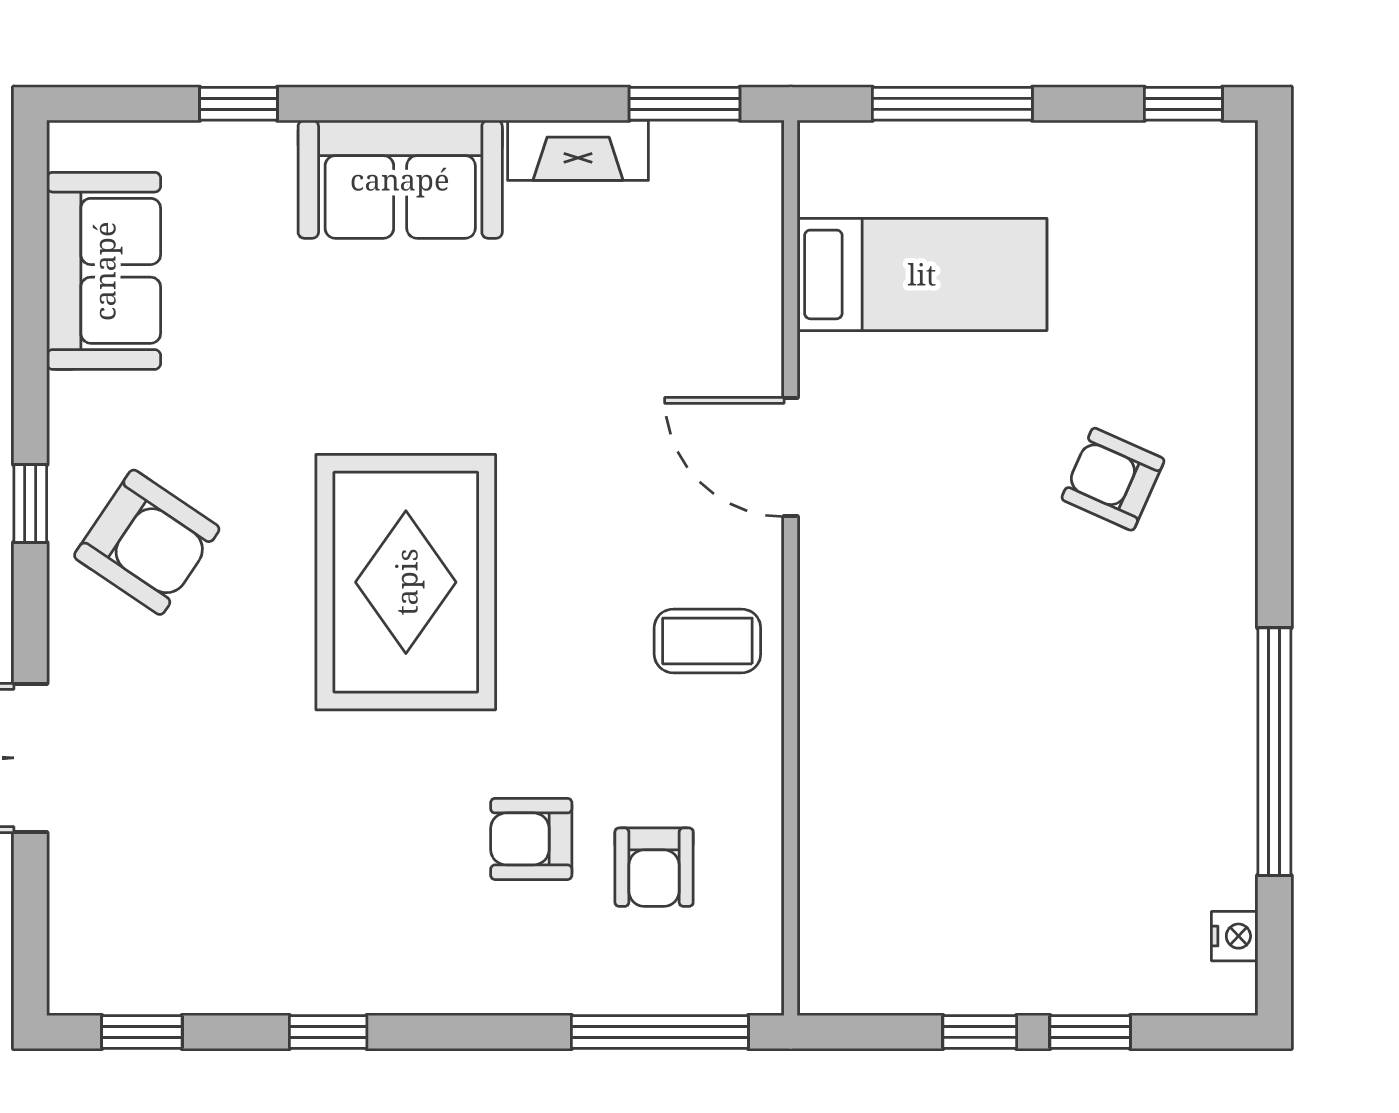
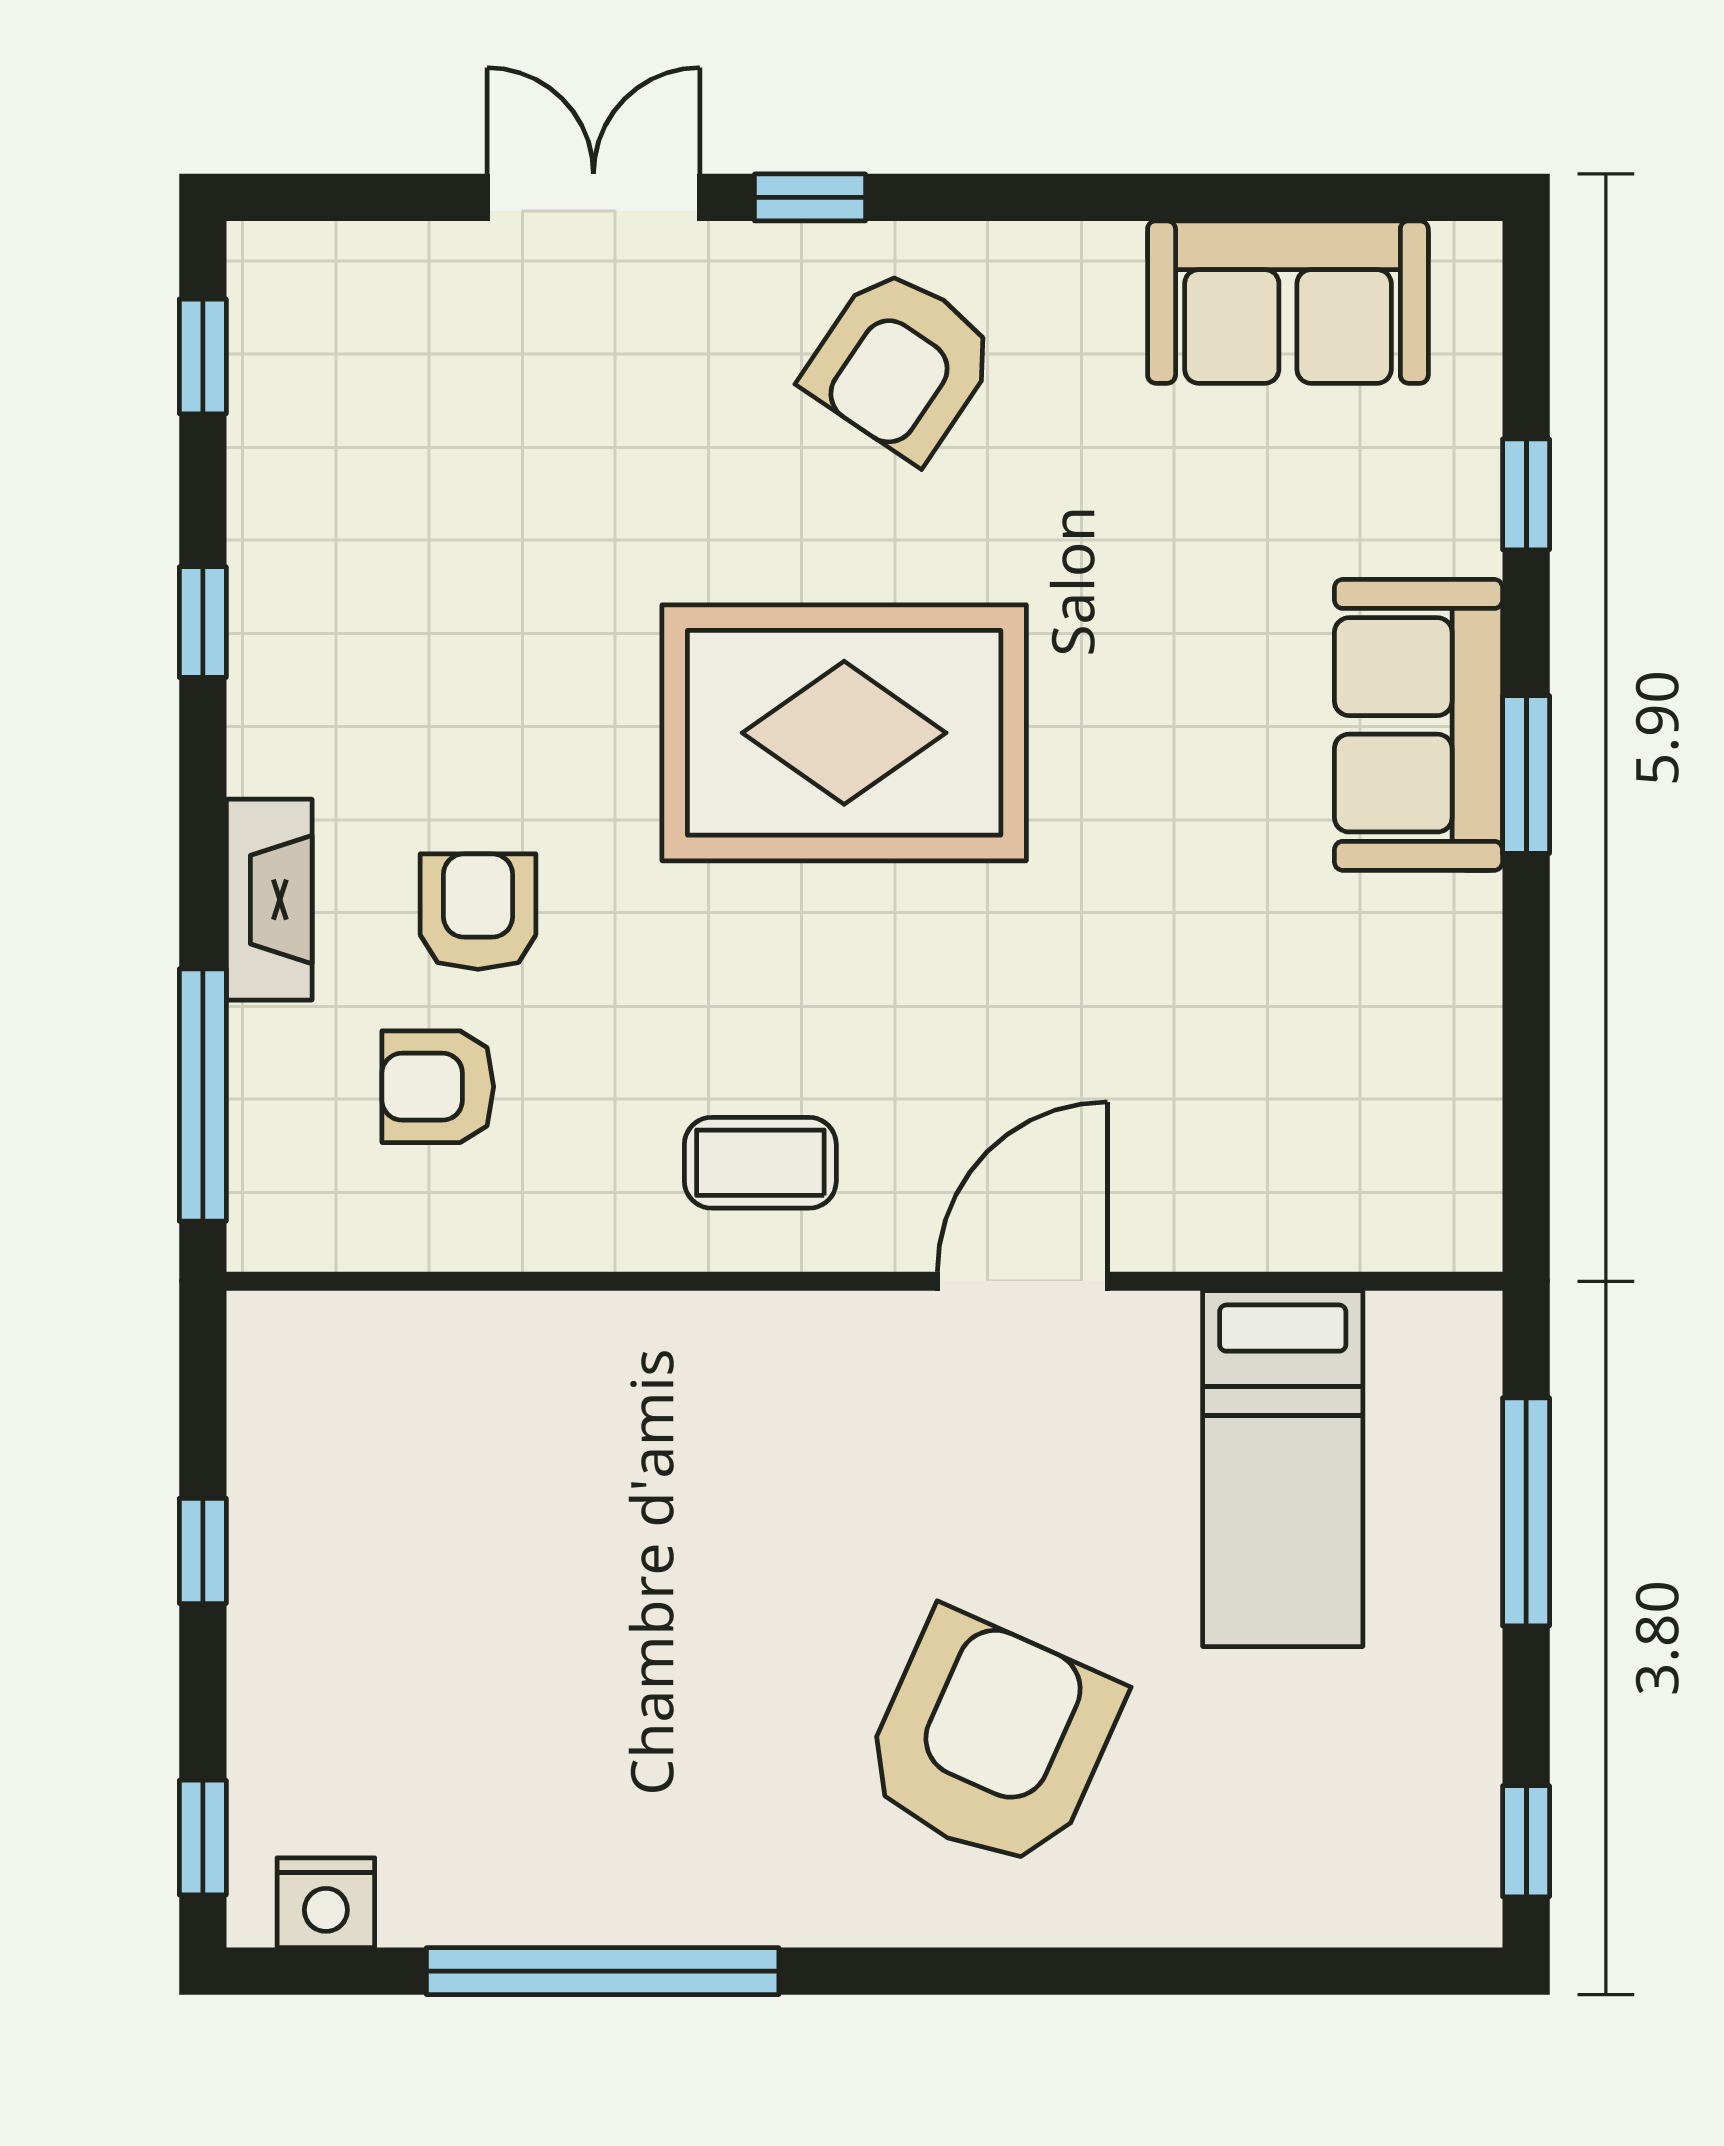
window: (685, 104) -> (1526, 774), moved
fireplace: (578, 150) -> (269, 900), moved, turned 180
armchair: (1113, 479) -> (991, 1741), width x1.88, depth x1.88
window: (30, 504) -> (810, 197), moved
coffee table: (707, 641) -> (760, 1163), turned 90
nightstand: (1235, 936) -> (326, 1903), width x1.39, depth x1.35
window: (1090, 1032) -> (203, 1838), moved

